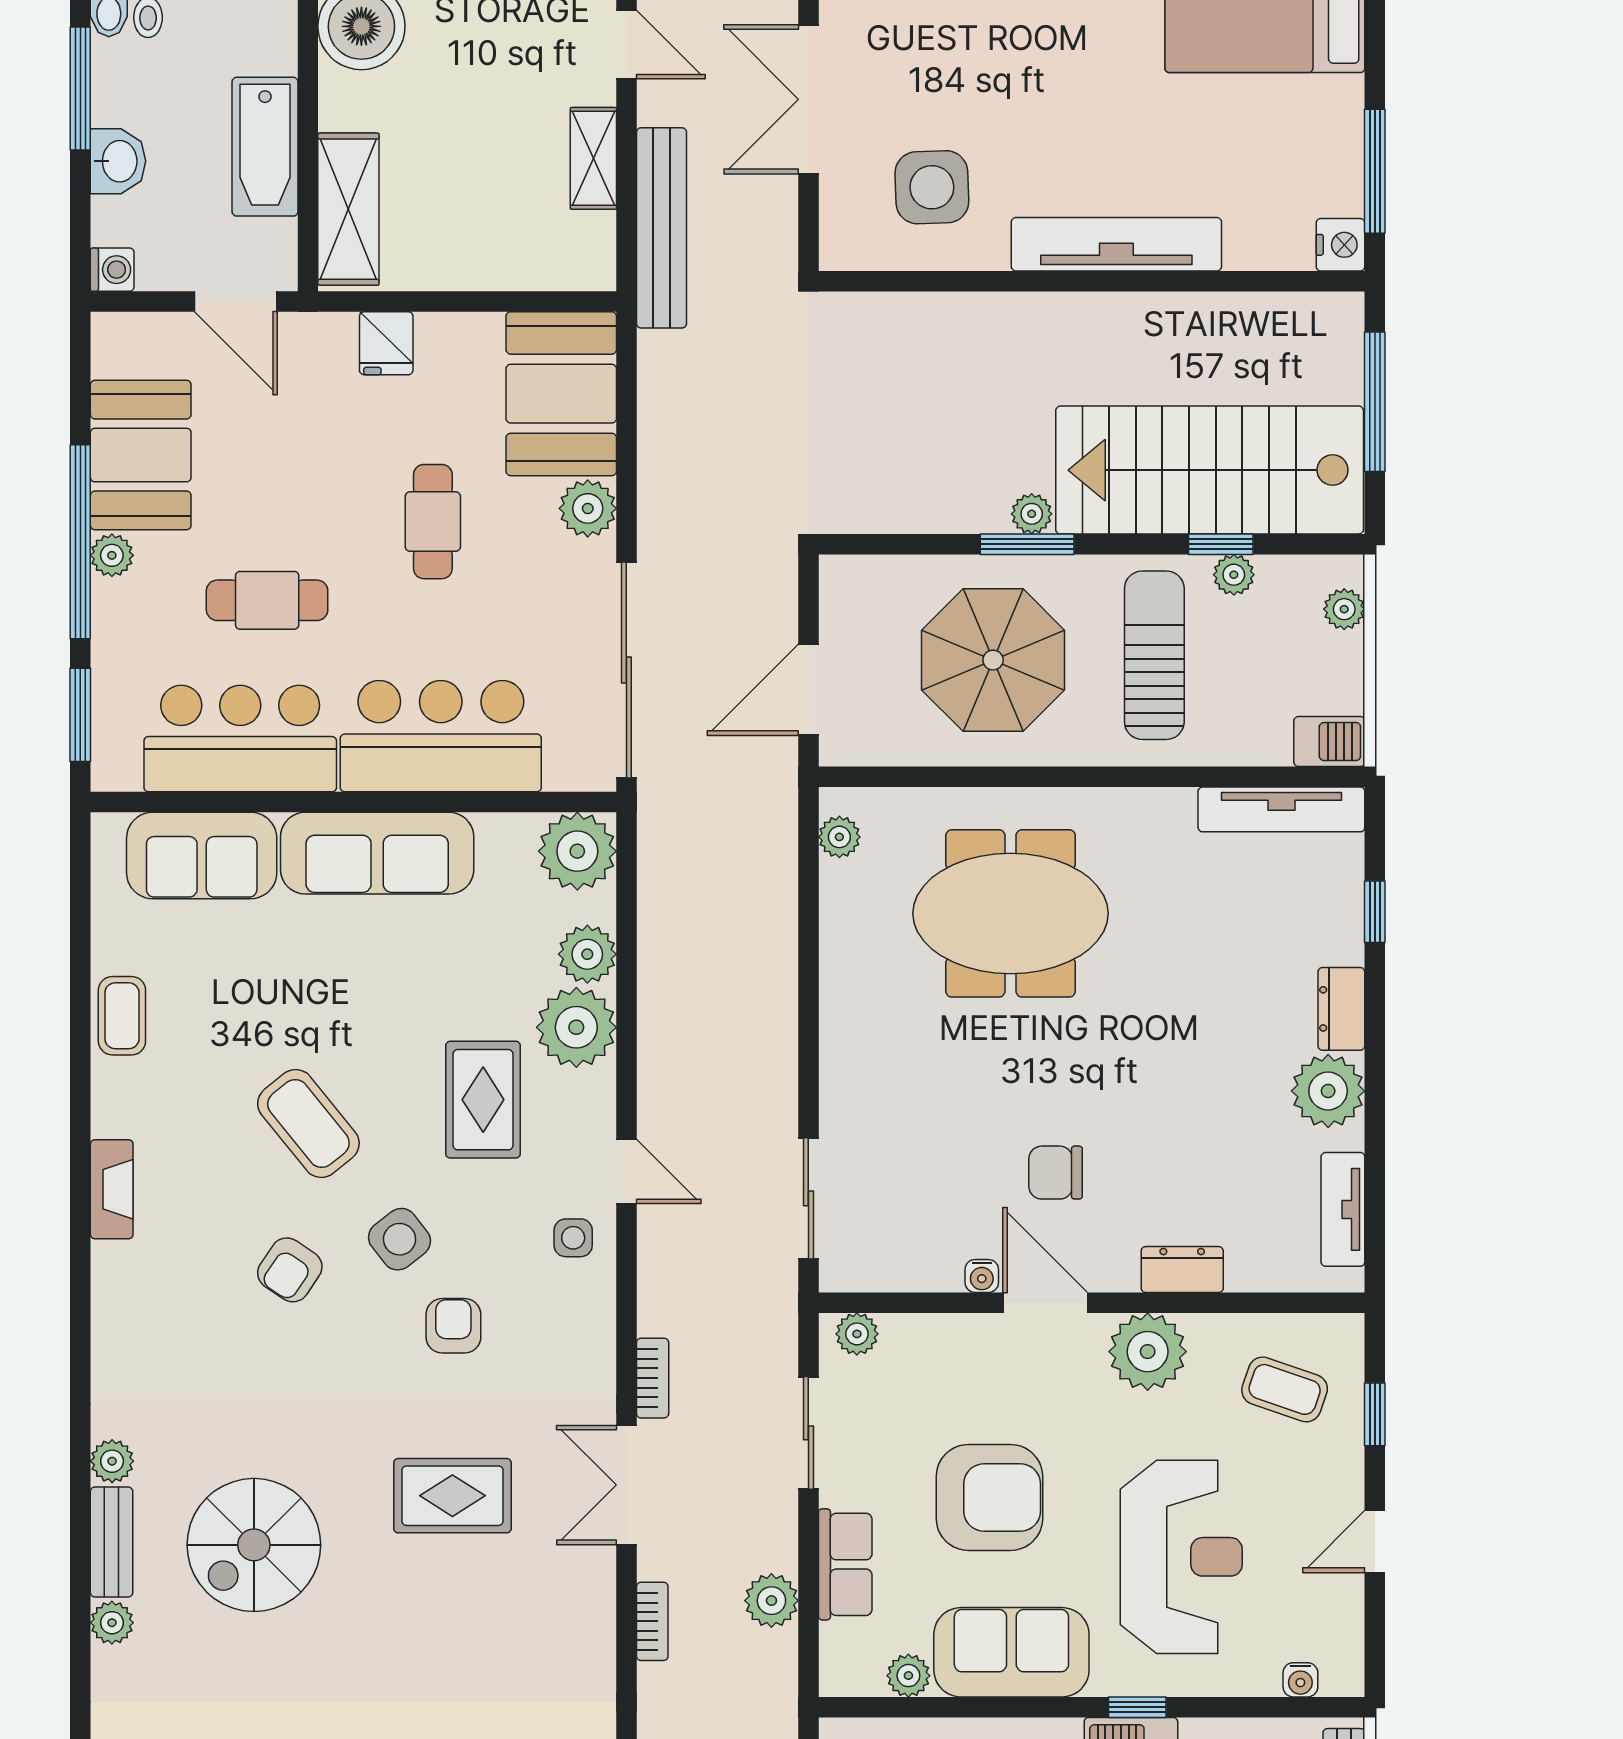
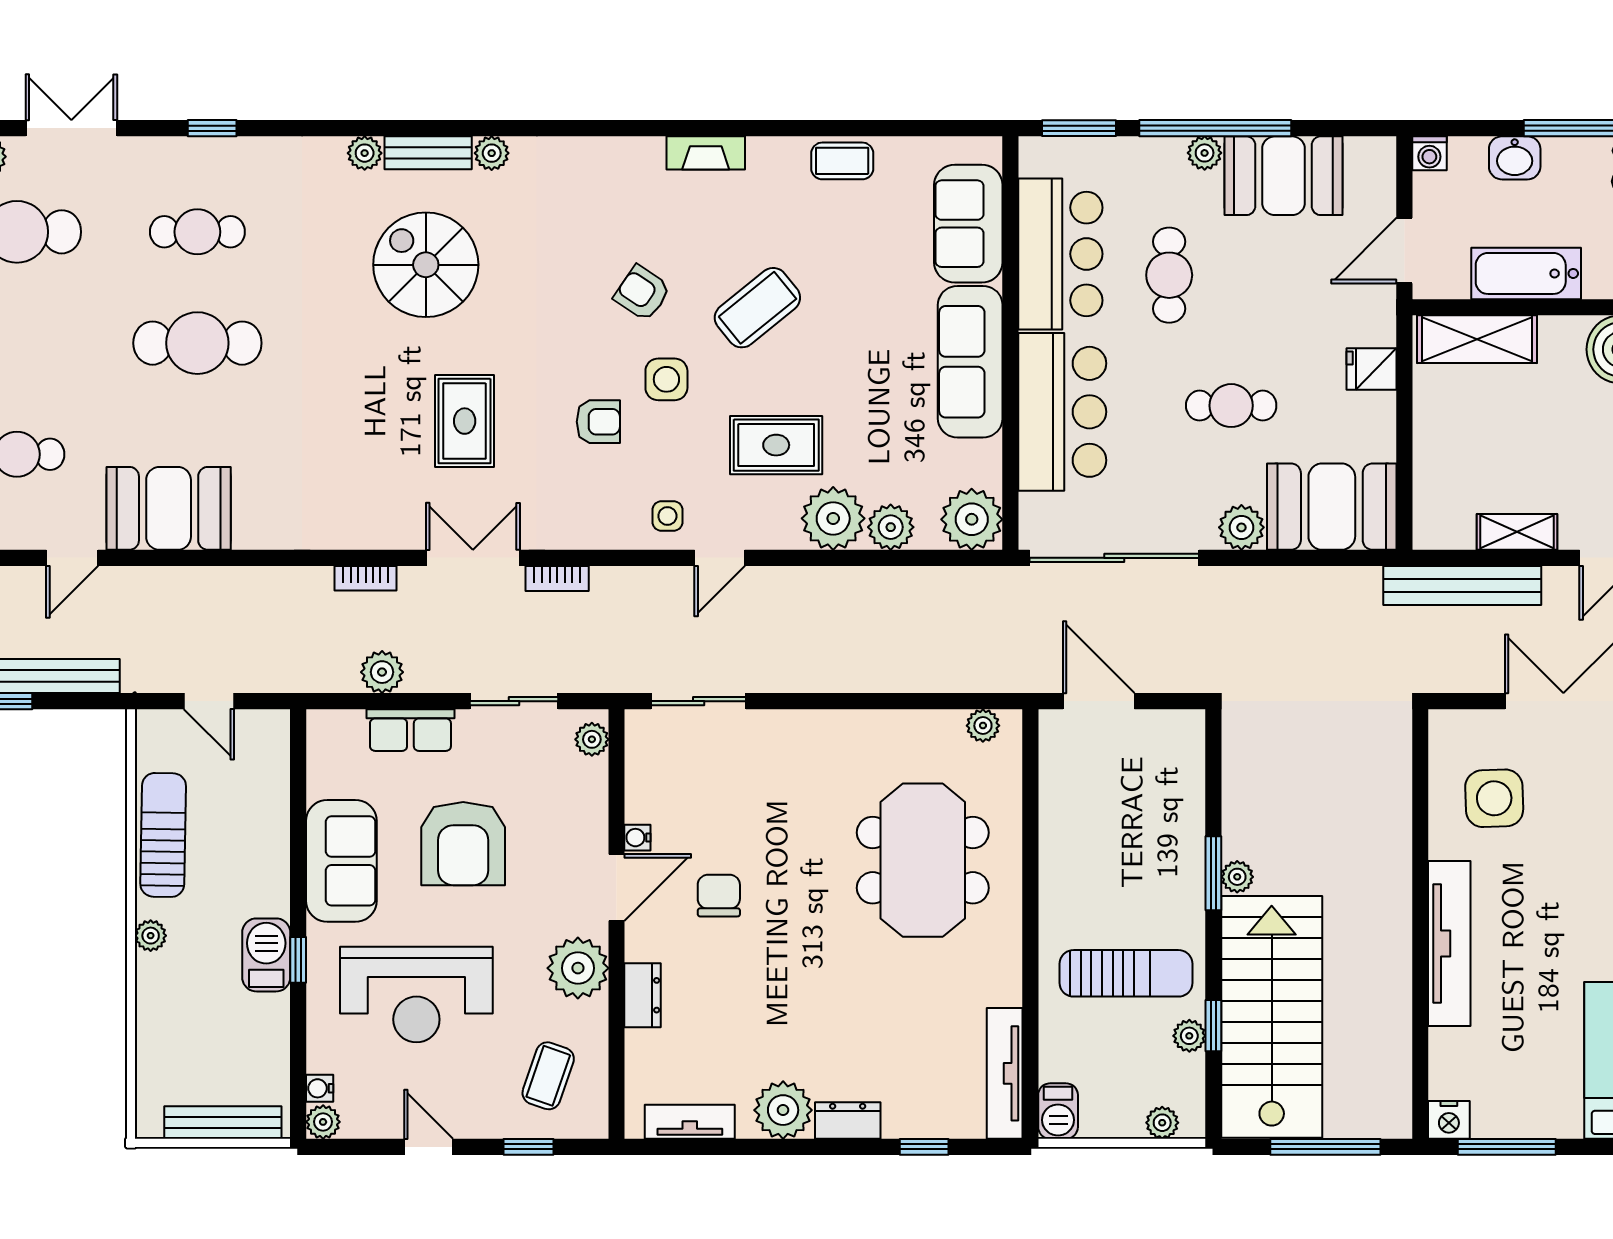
parasol: (993, 660) -> (1122, 846), removed
side table: (400, 1239) -> (666, 379), turned 38
plant: (908, 1676) -> (323, 1122), moved

